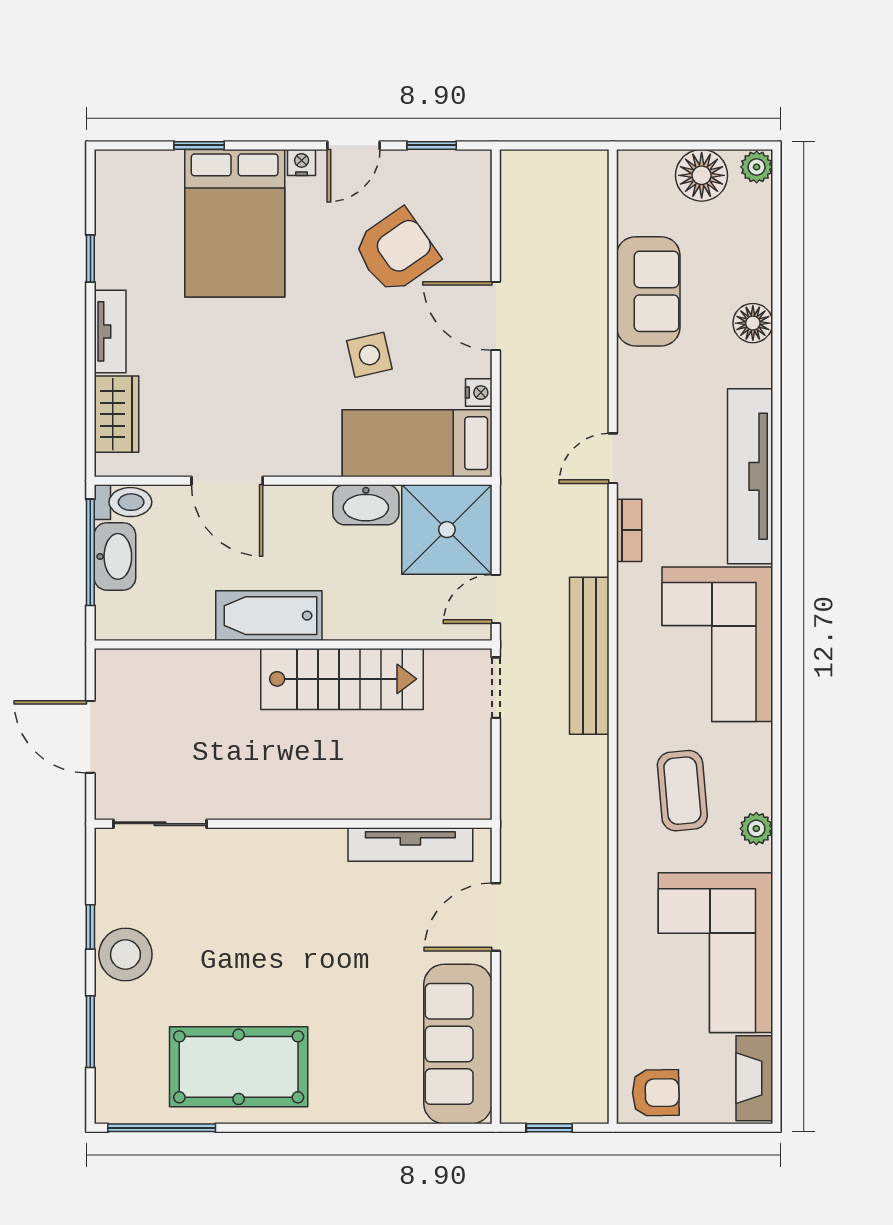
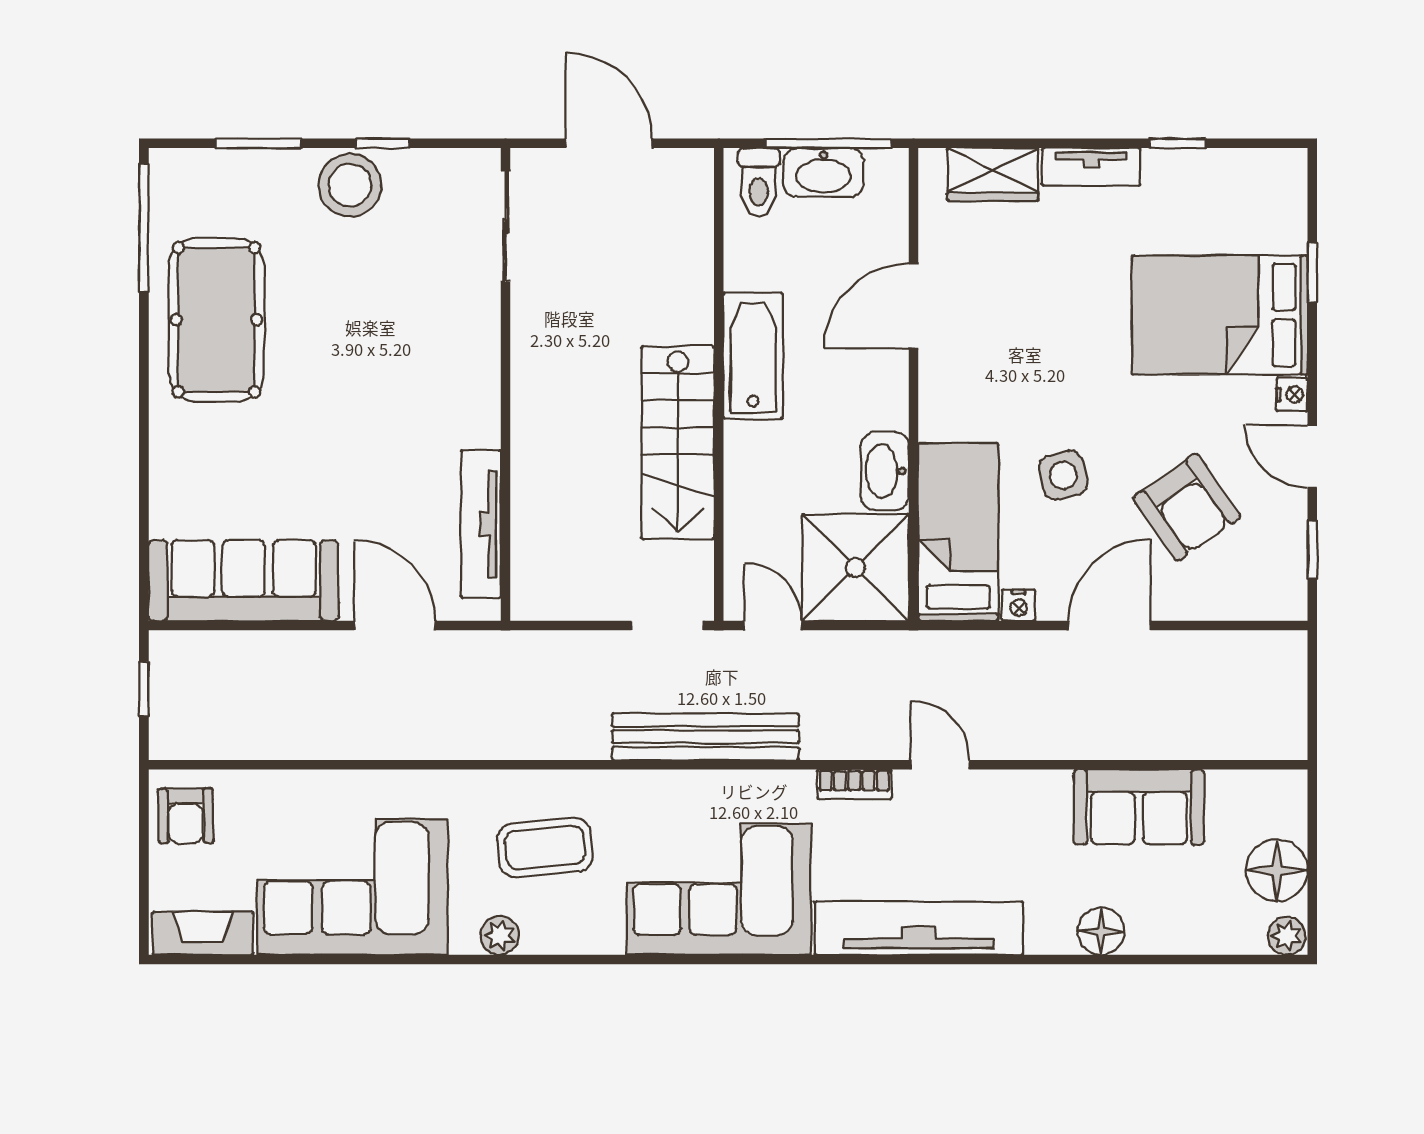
toilet: (123, 502) -> (759, 182), moved
door: (90, 737) -> (609, 143), hinge flipped

